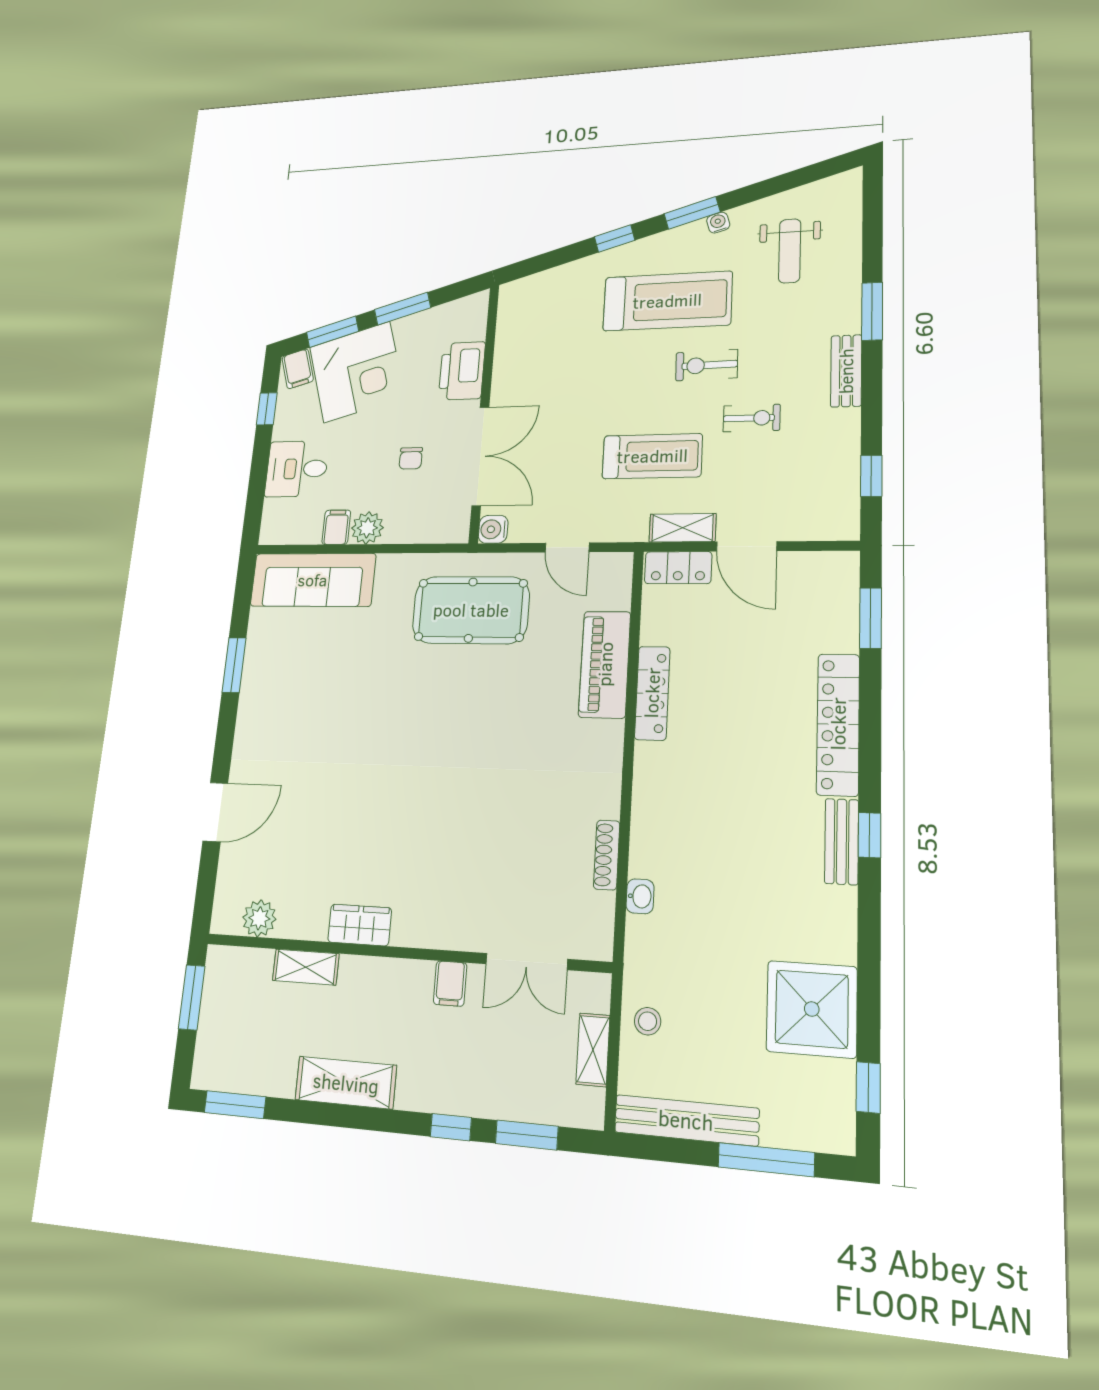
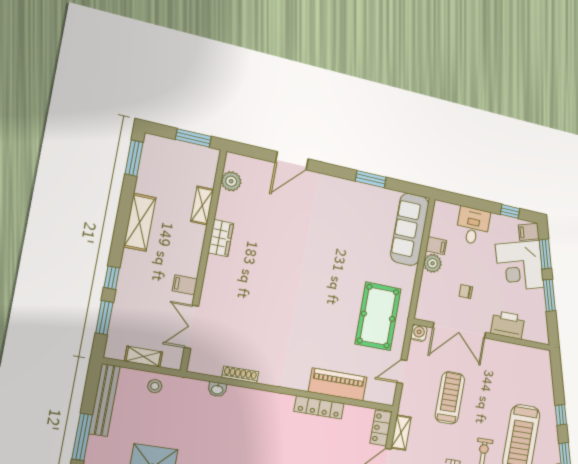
treadmill: (652, 456) -> (450, 398), moved, turned 180
door: (215, 812) -> (292, 161), hinge flipped

